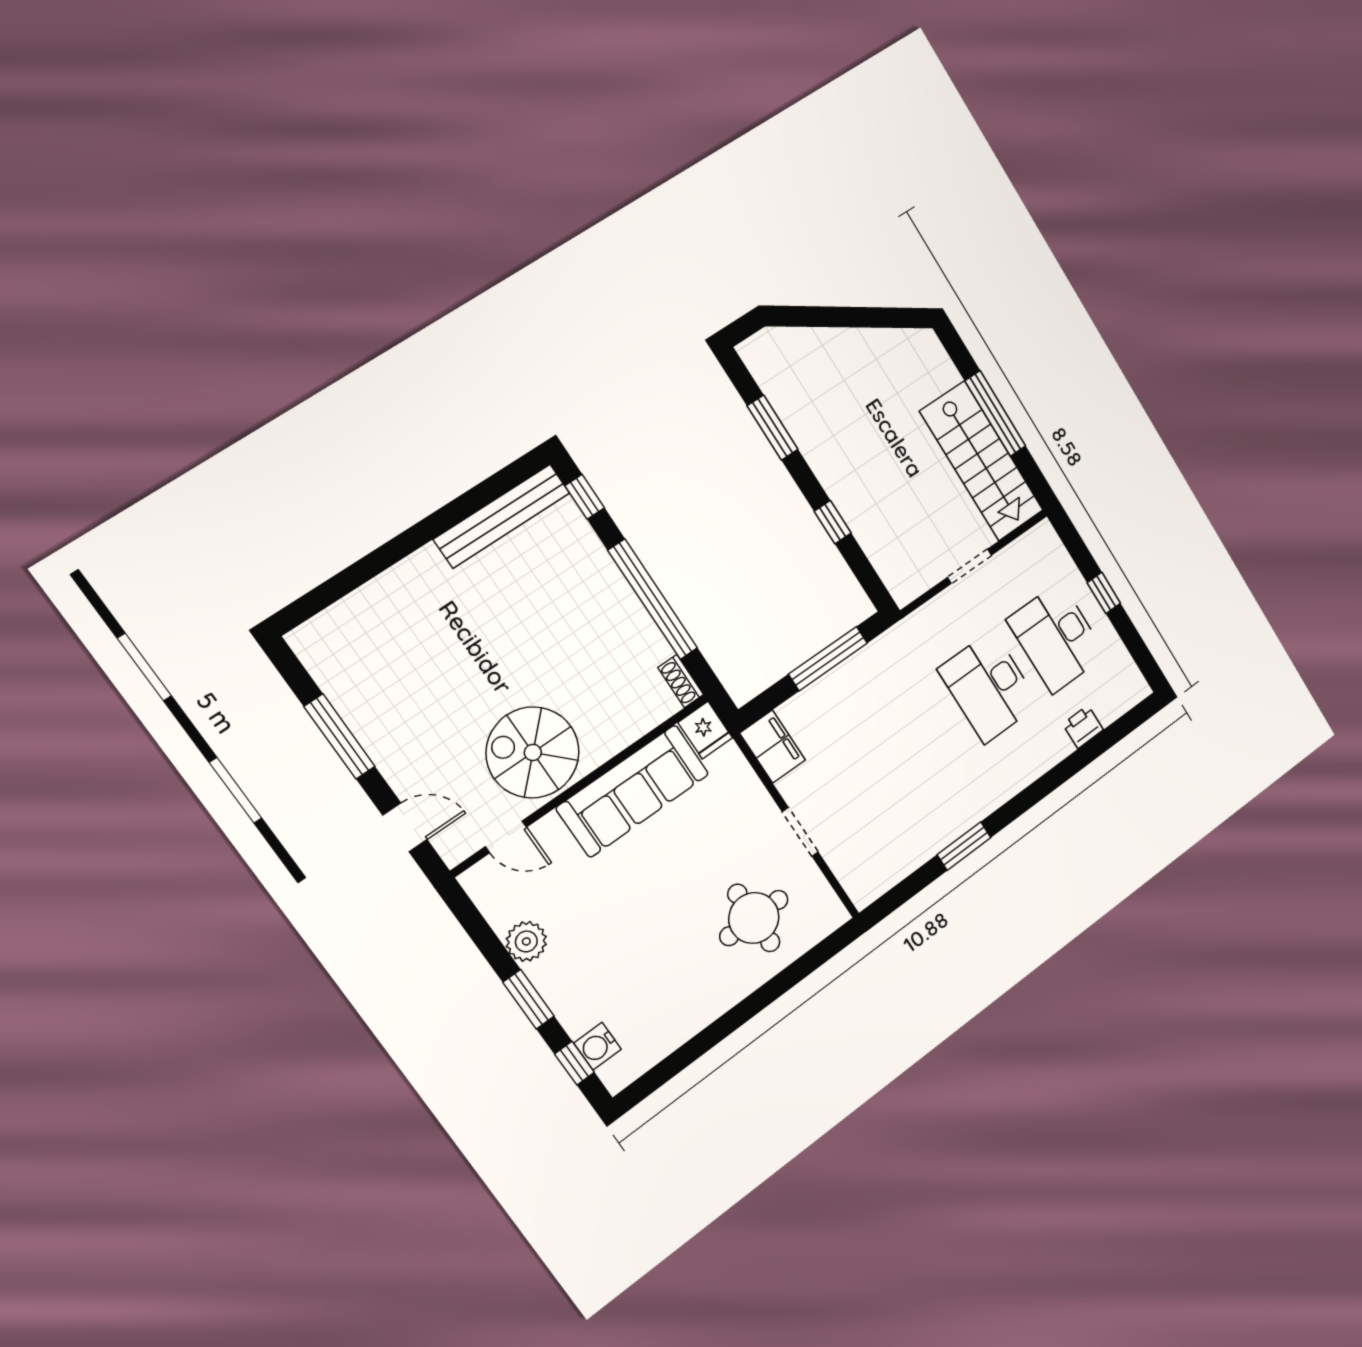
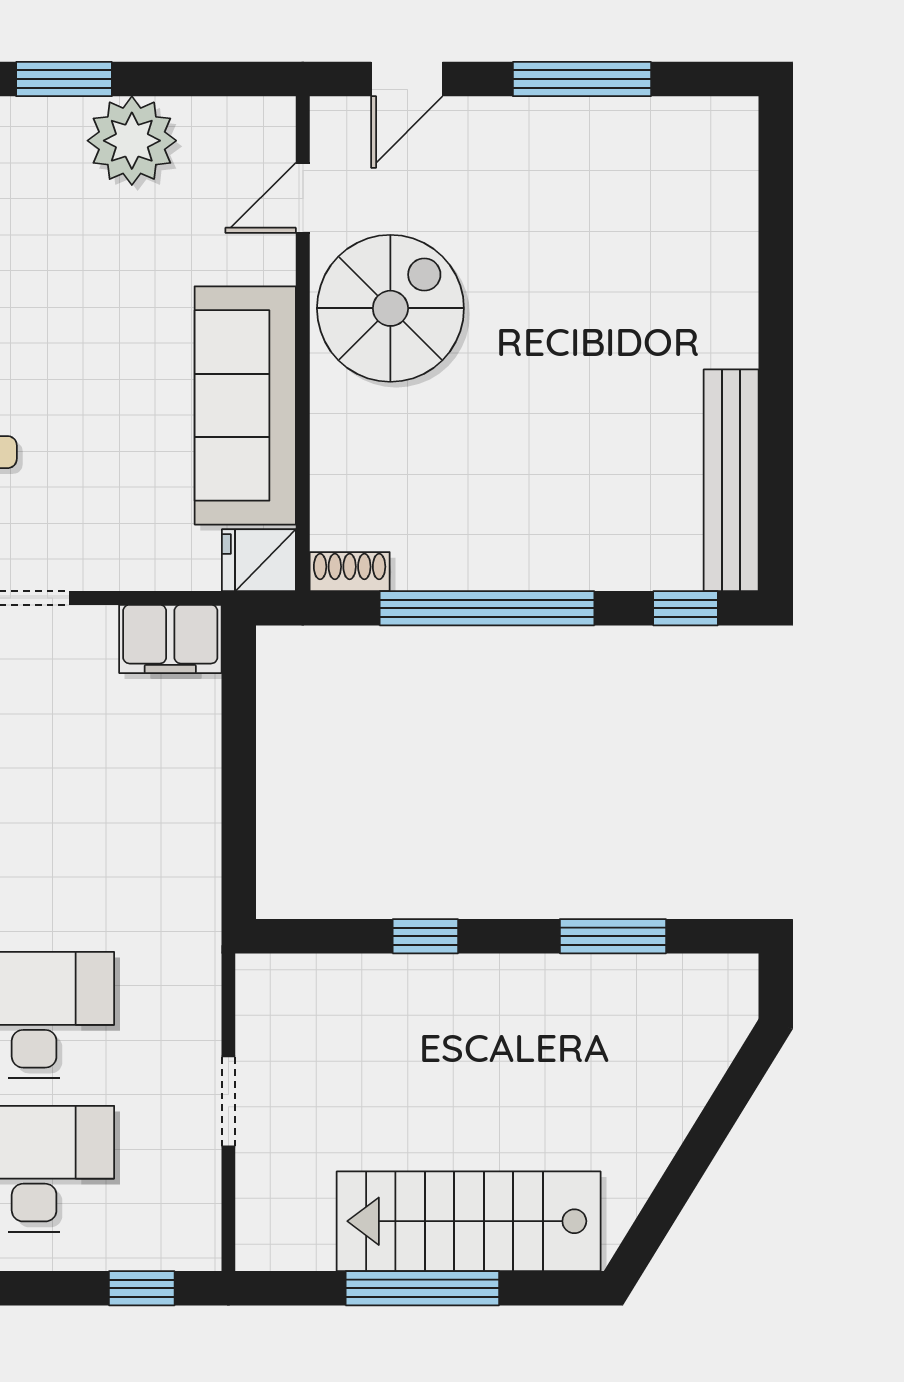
stairs: (982, 461) -> (469, 1221), moved
window: (1104, 593) -> (142, 1288), moved
window: (828, 659) -> (239, 801), removed
plant: (526, 941) -> (132, 141), width x1.36, depth x1.36

